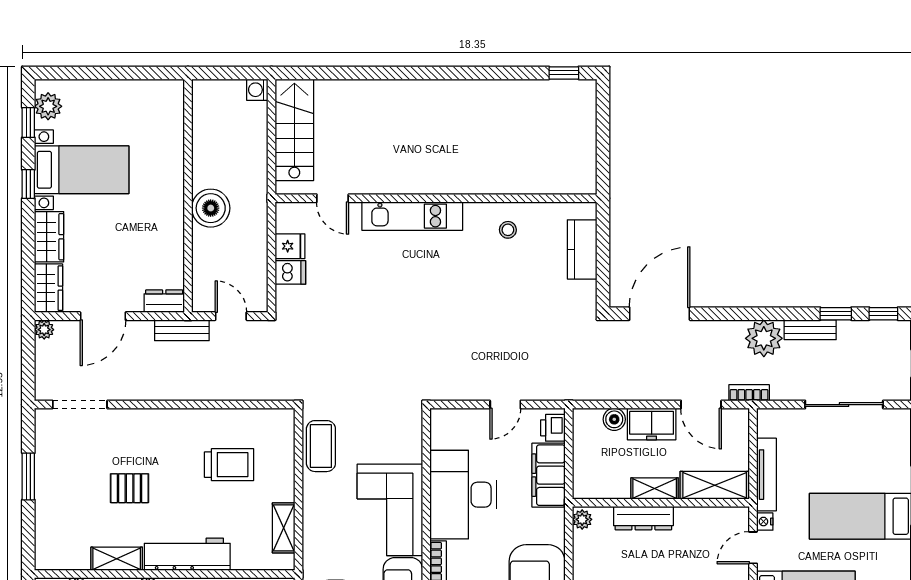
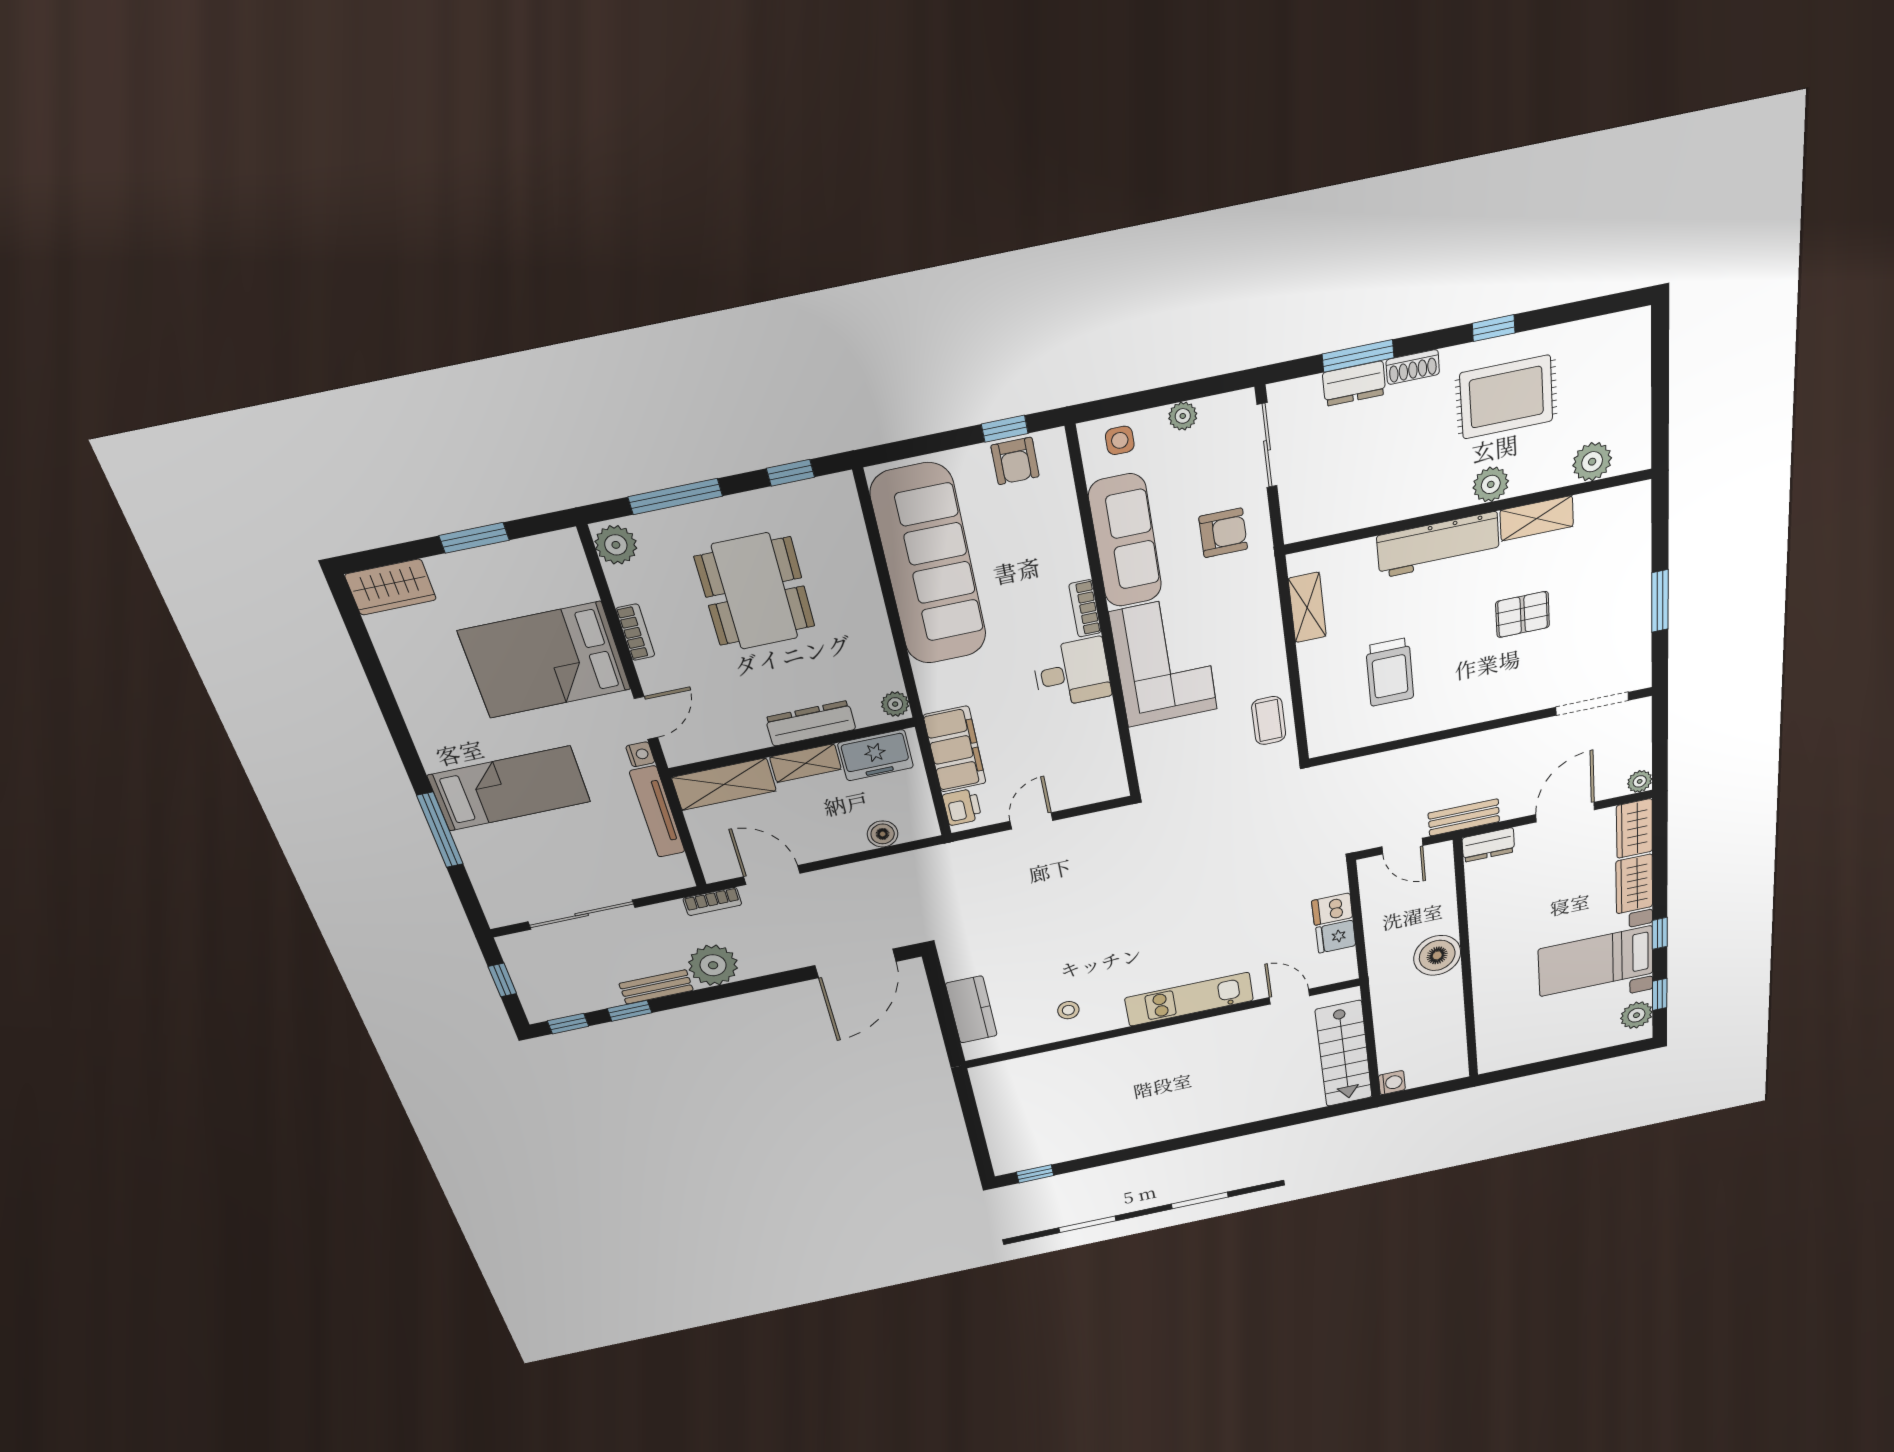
freezer: (652, 424) -> (876, 755), moved, turned 180
coffee table: (321, 446) -> (1269, 721), width x0.73, depth x0.77
trolley: (229, 465) -> (1390, 672), turned -90
desk: (463, 495) -> (1072, 673), width x0.53, depth x0.77

